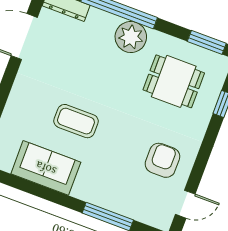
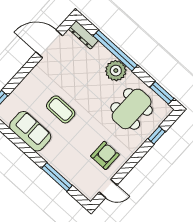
dining table: (174, 81) -> (132, 109), width x1.38

